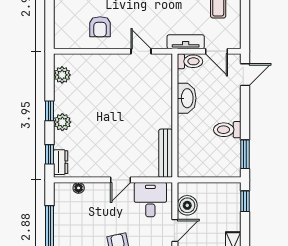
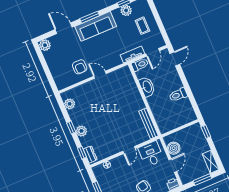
door: (141, 51) -> (100, 75), moved
door: (217, 51) -> (153, 52), hinge flipped
window: (245, 154) -> (194, 105), removed

